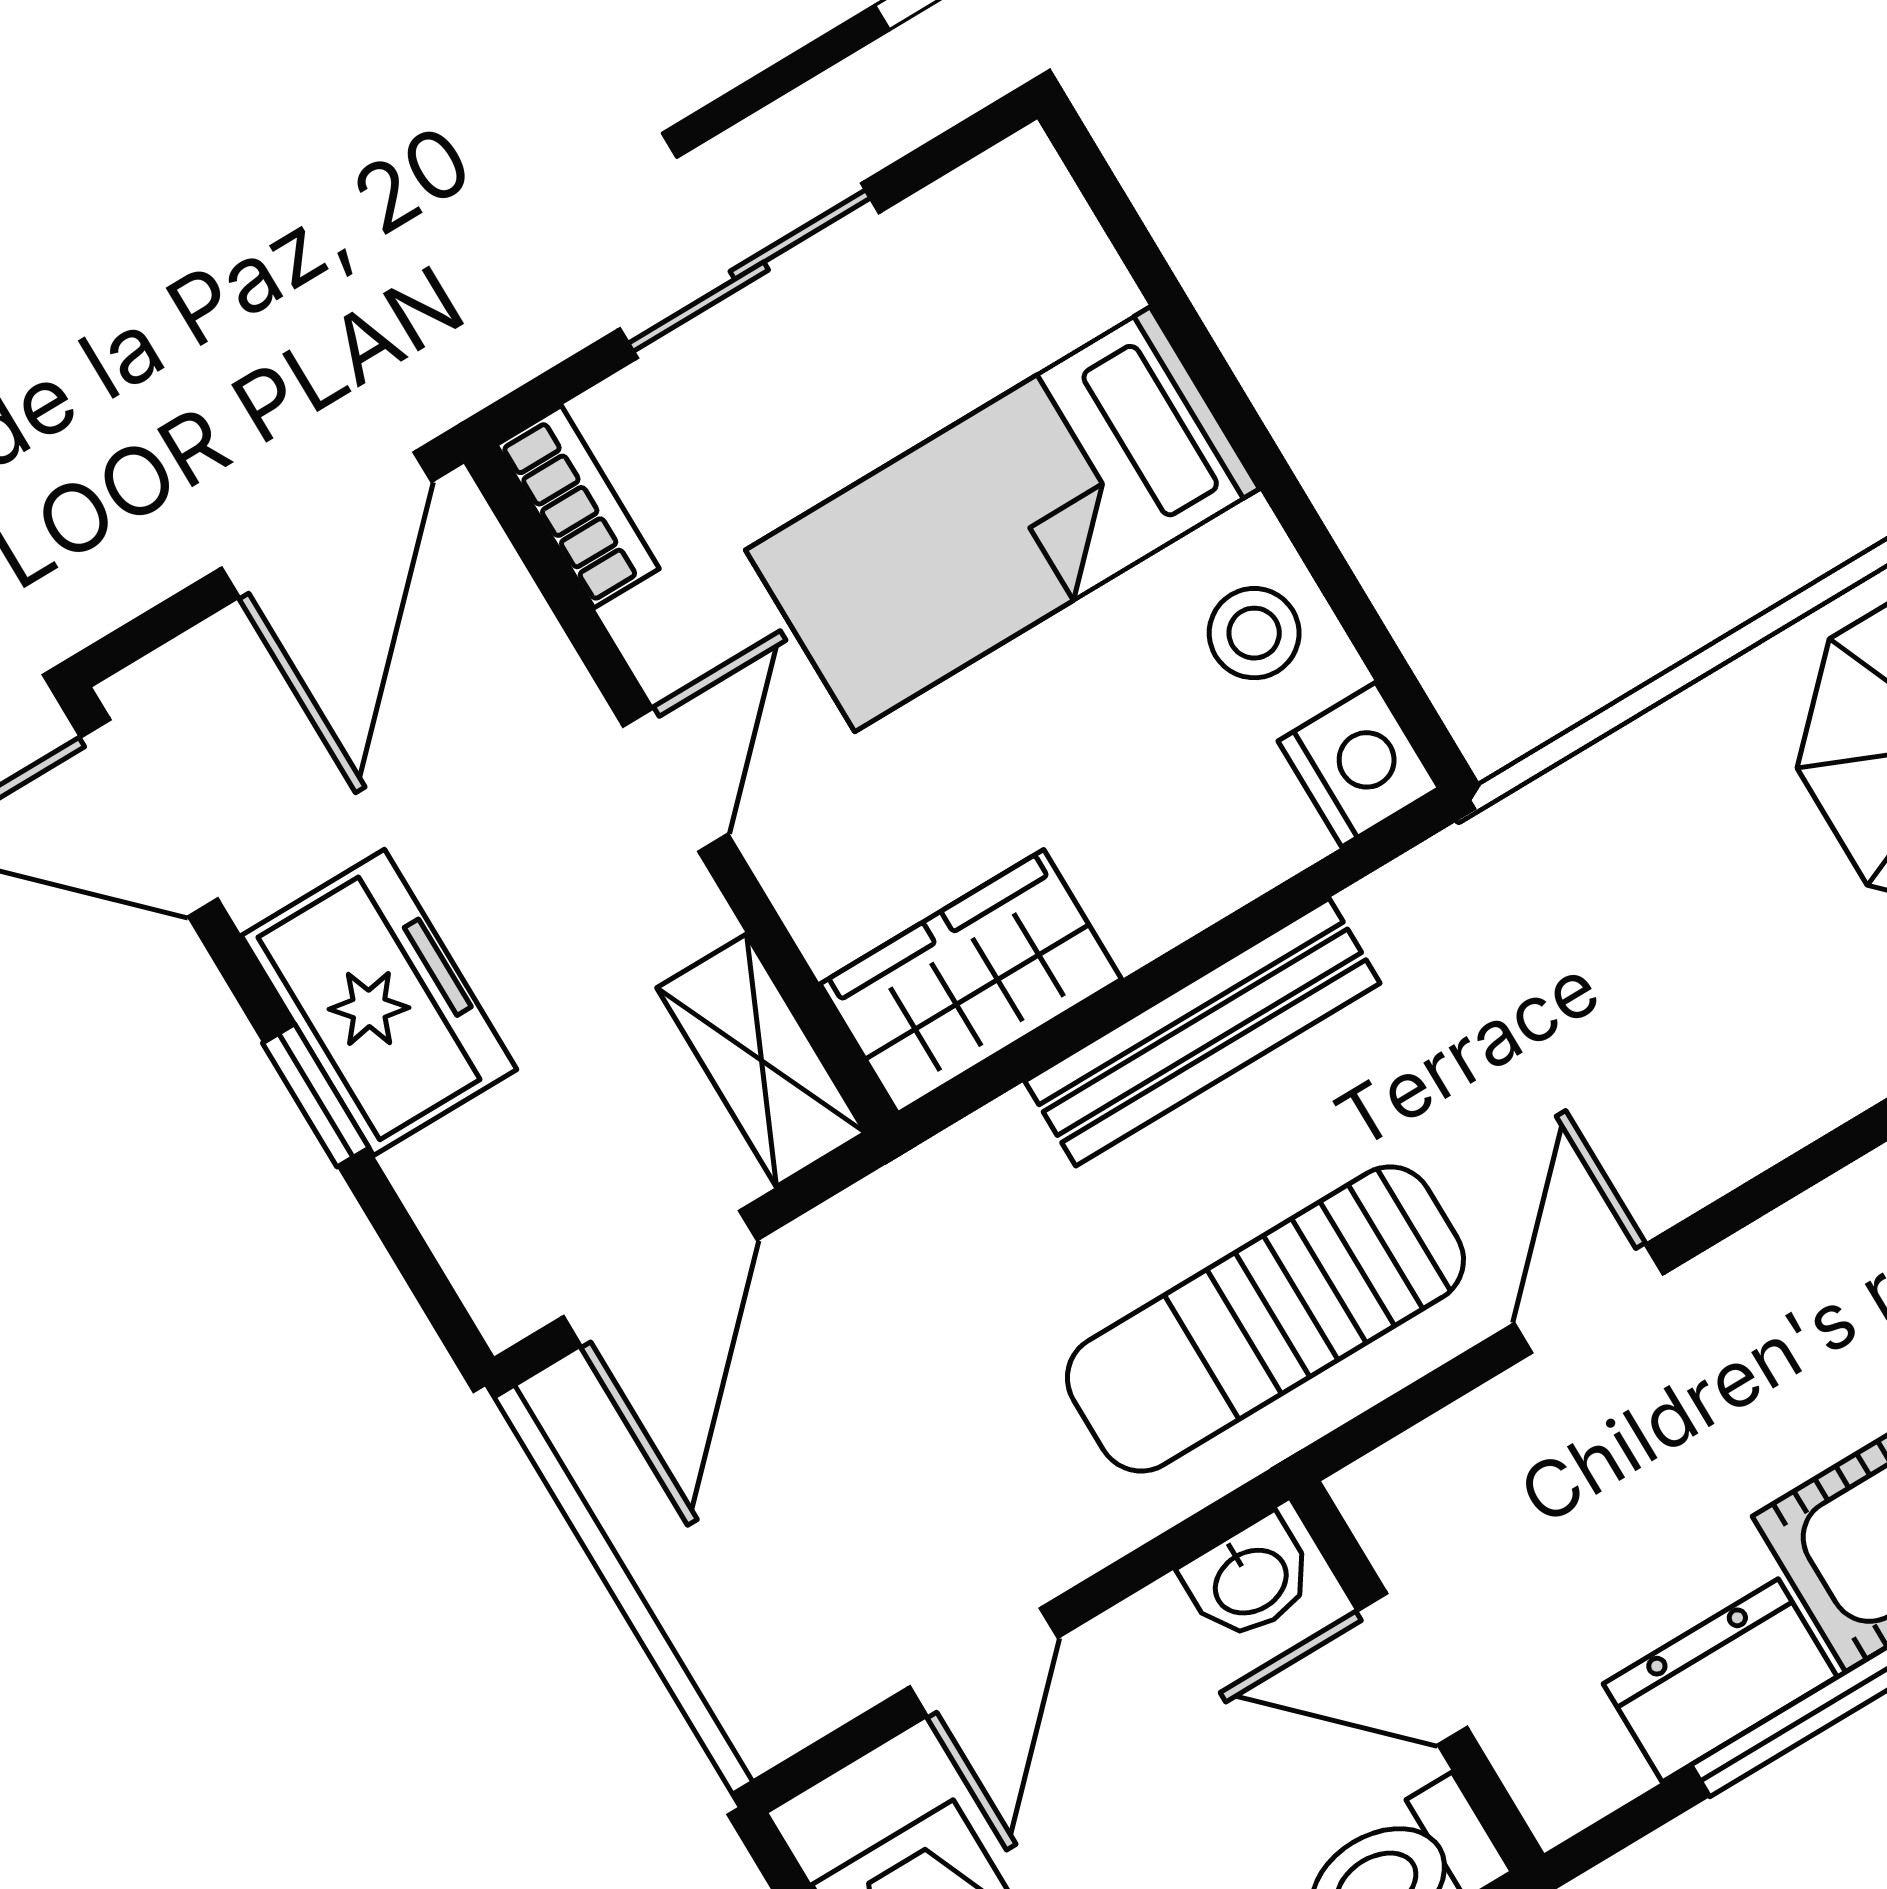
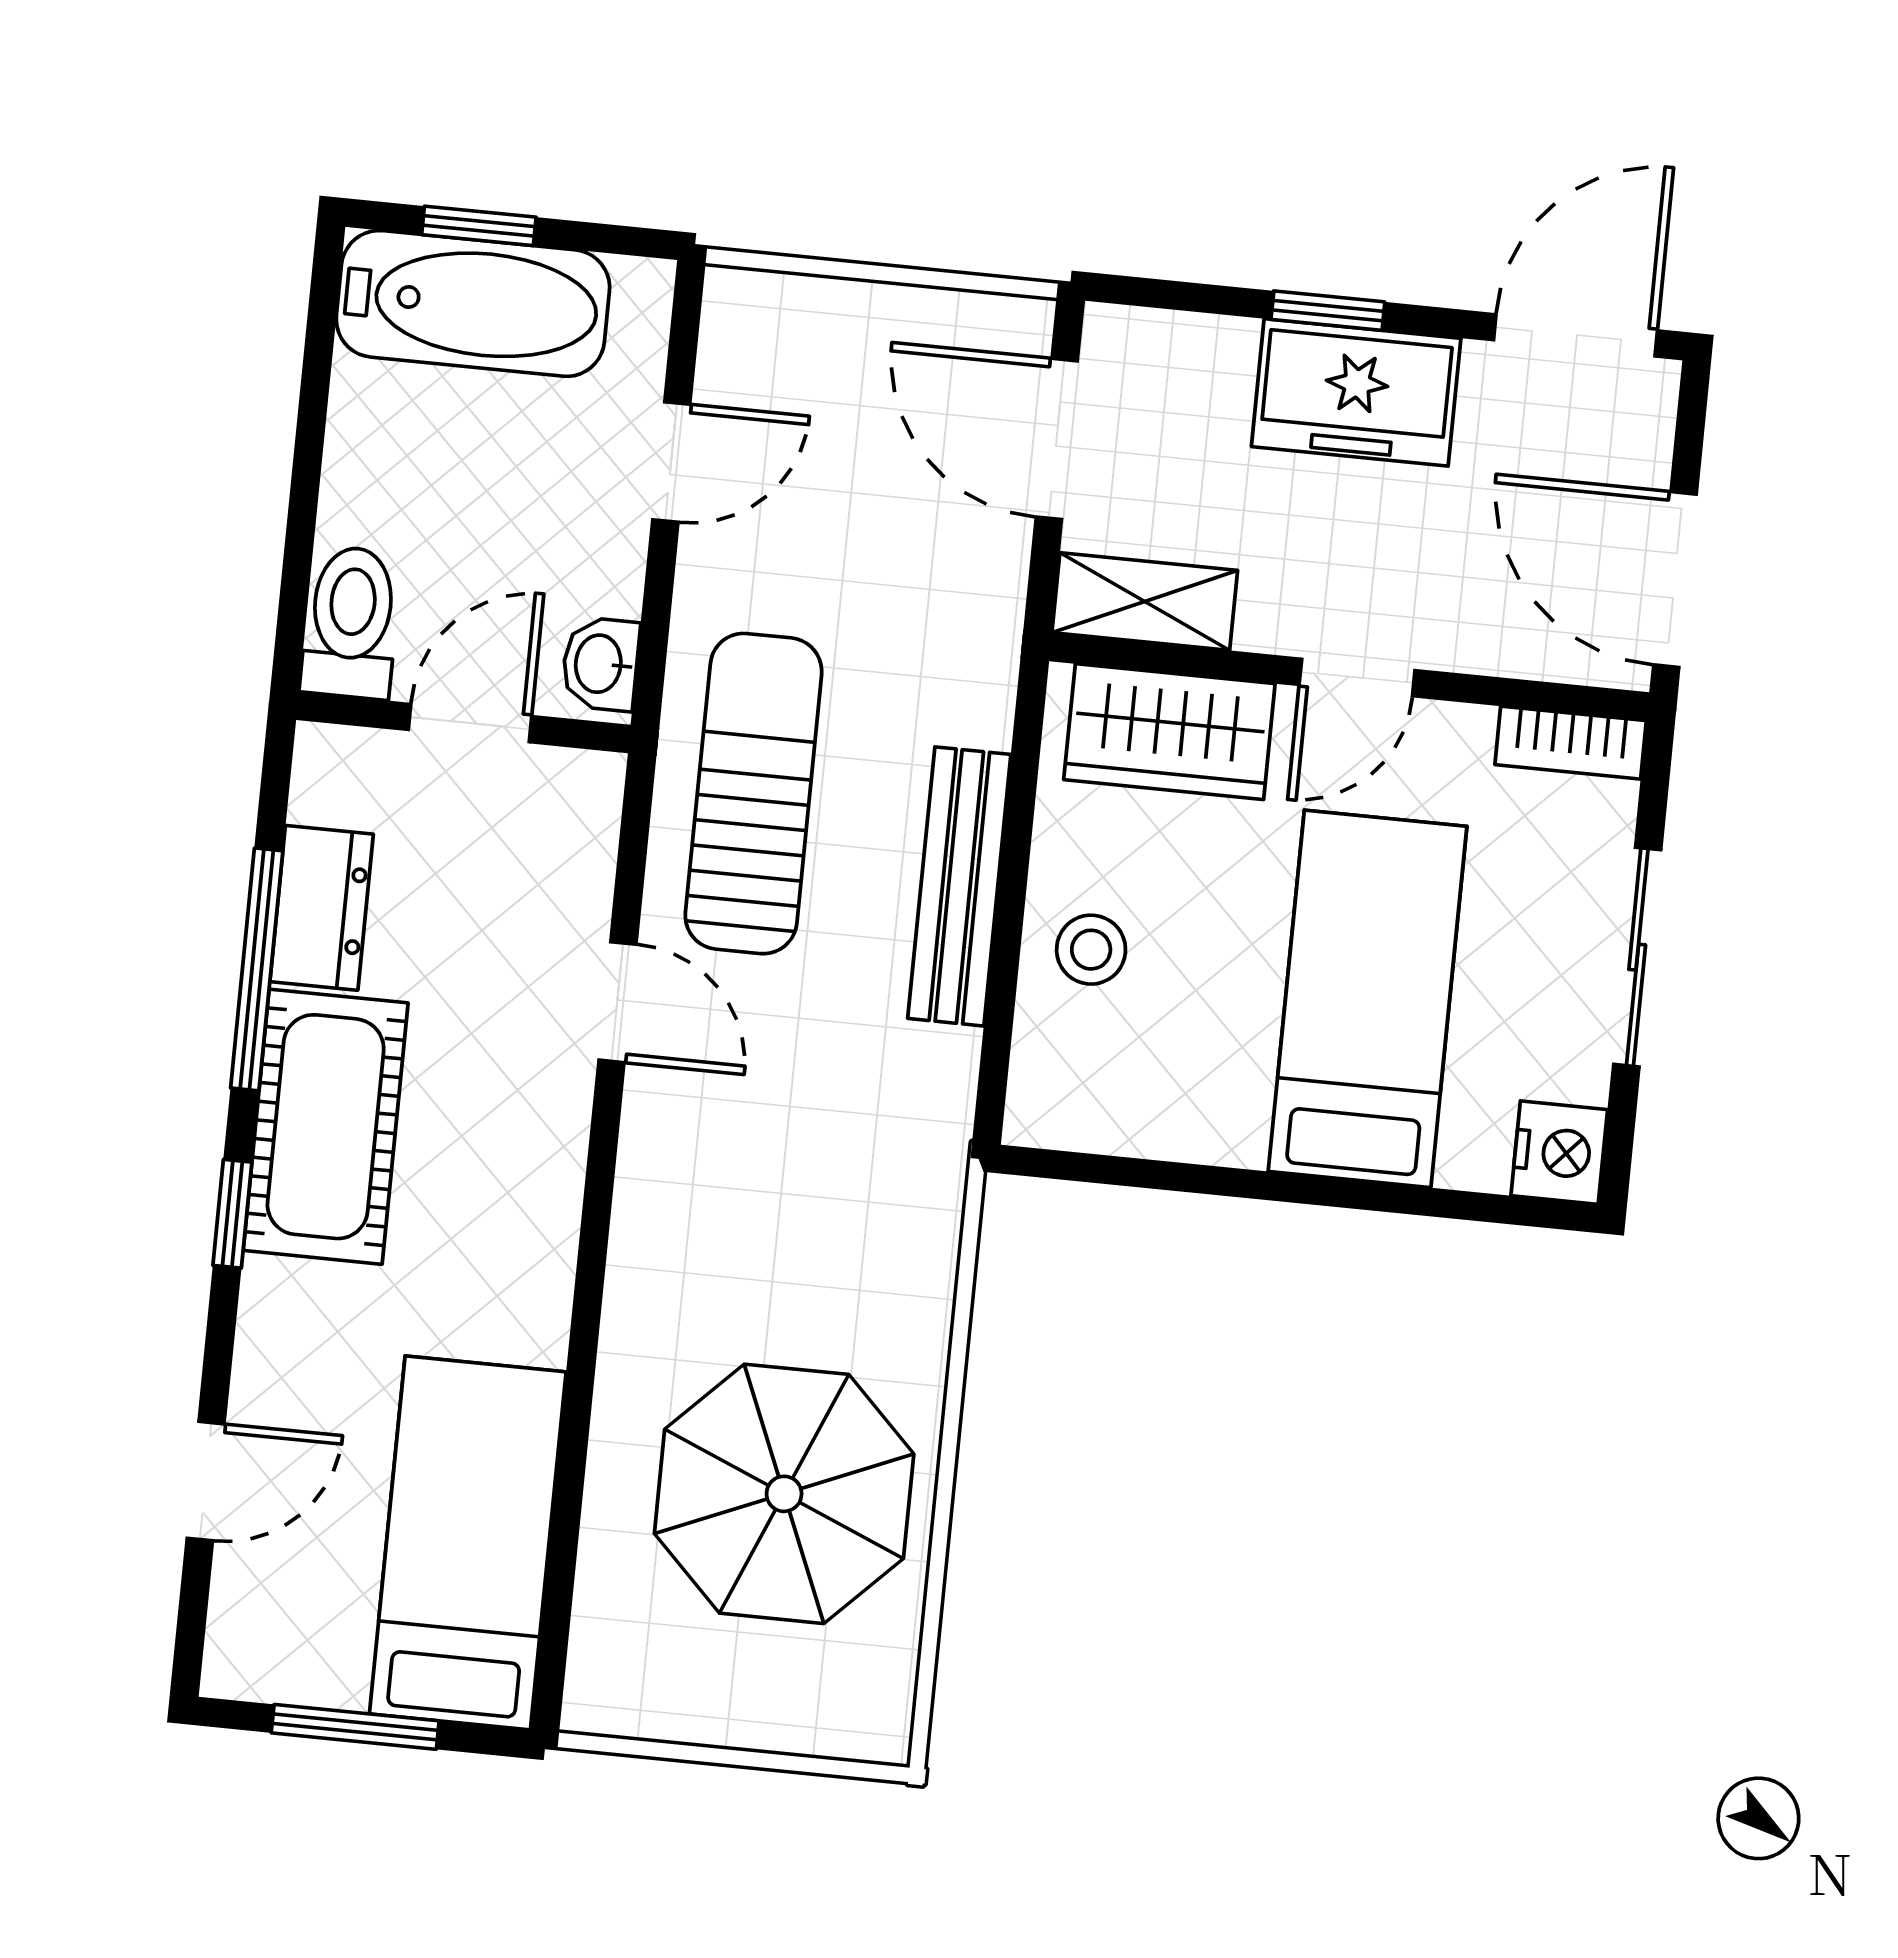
stool: (1254, 633) -> (1091, 950), moved
nightstand: (1359, 765) -> (1559, 1153), moved, turned -90
door: (676, 780) -> (1357, 677), hinge flipped
wardrobe: (971, 982) -> (1169, 732), moved, turned 90
door: (984, 1662) -> (671, 462), swing flipped

